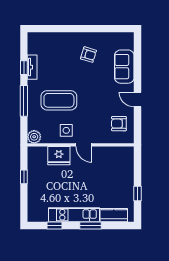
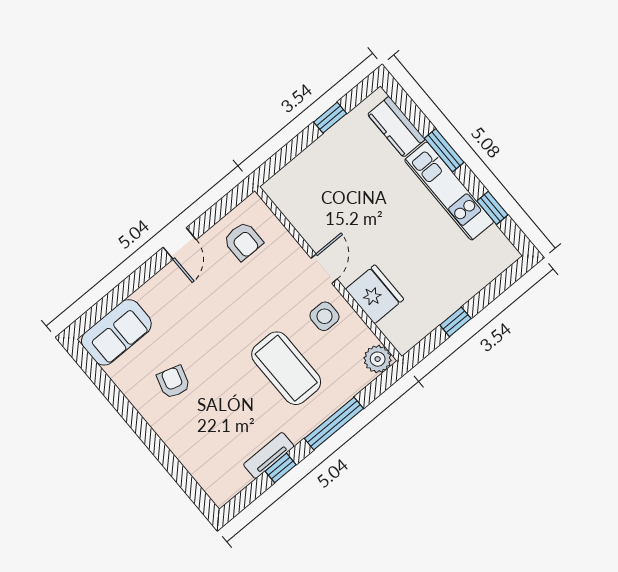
sofa: (124, 67) -> (116, 332), moved

